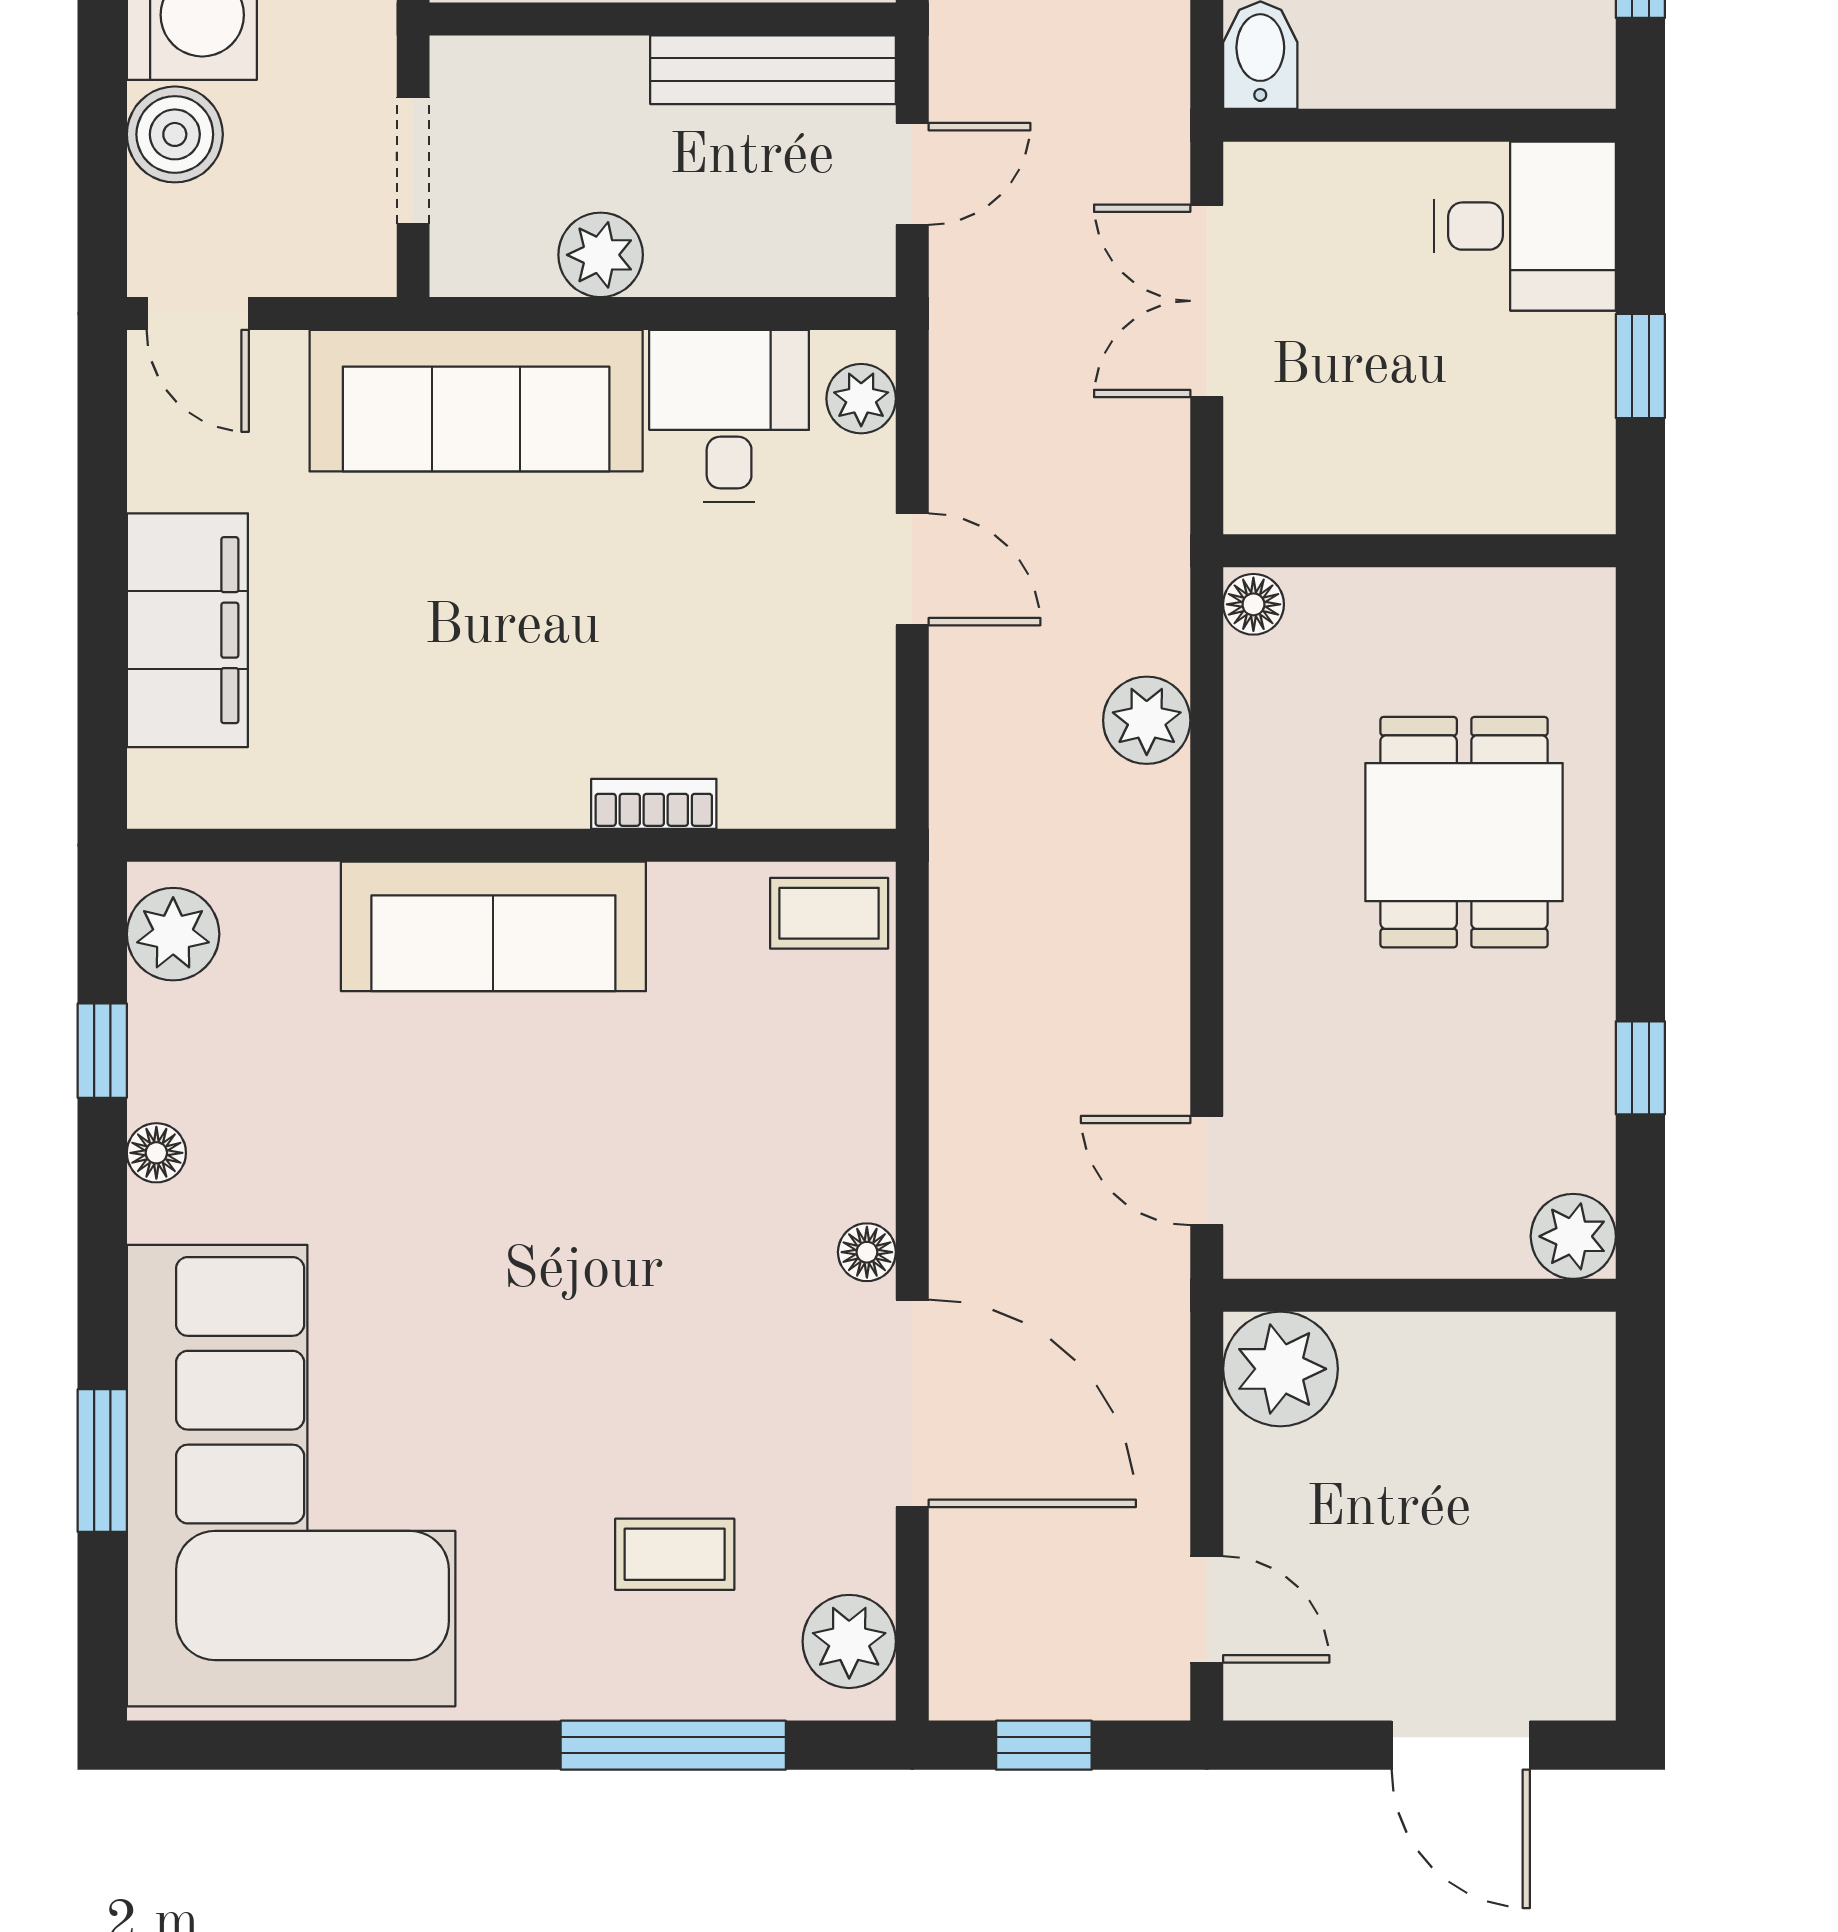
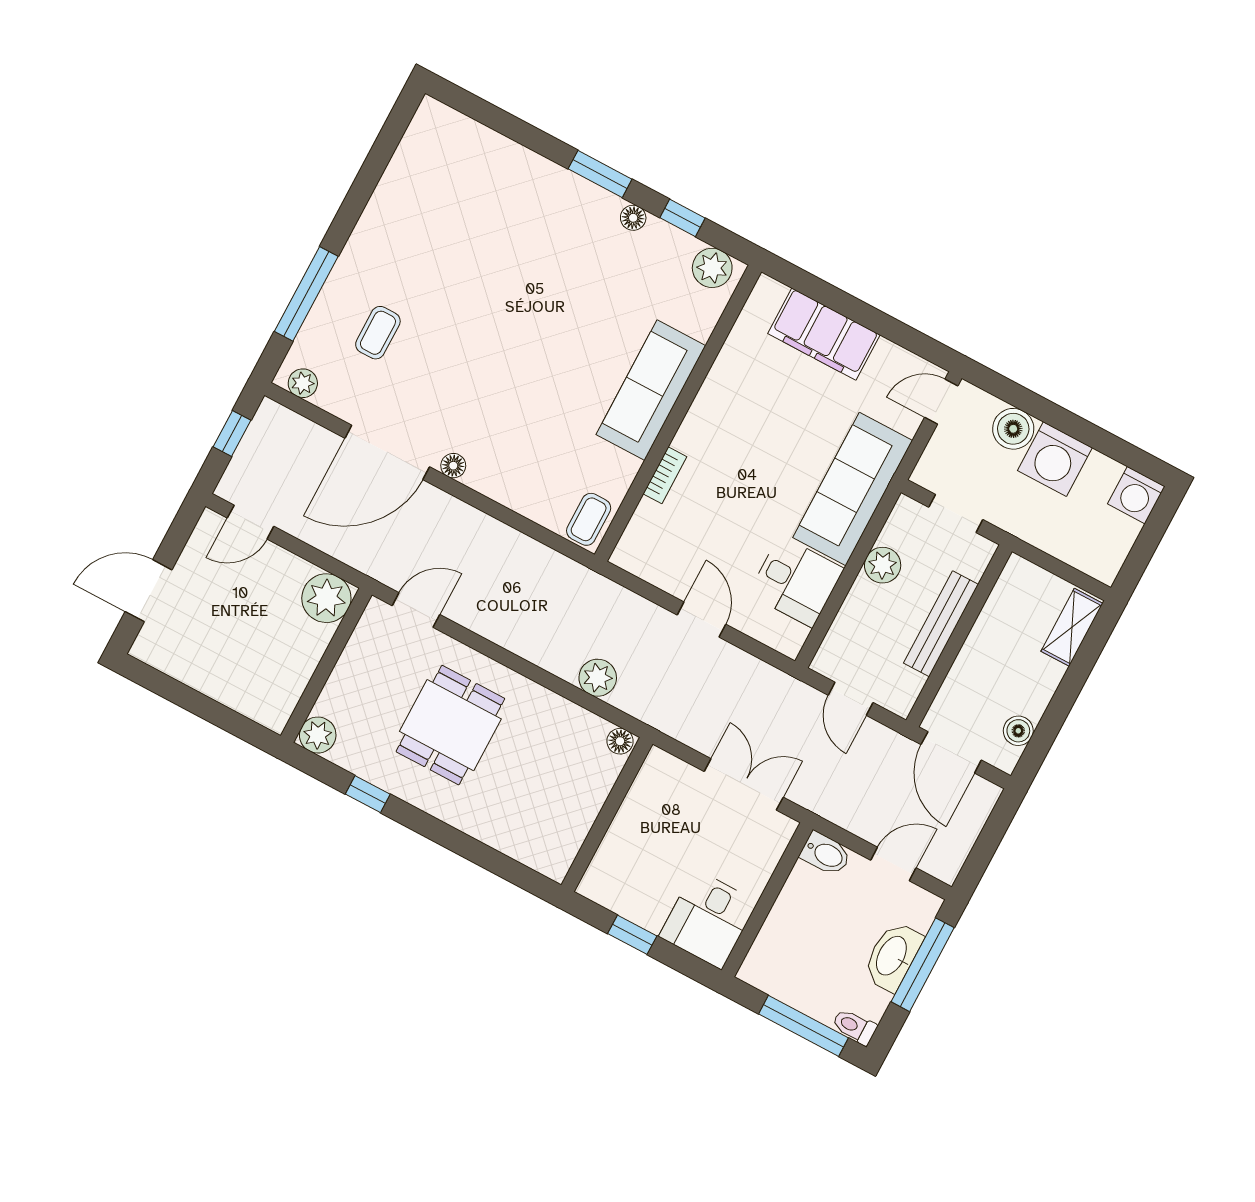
bench: (773, 70) -> (941, 624), moved
plant: (861, 399) -> (776, 635), removed
door: (912, 569) -> (702, 620), swing flipped
dining table: (1464, 832) -> (450, 725), moved, turned 90
window: (102, 1461) -> (600, 174), moved
corner sofa: (291, 1476) -> (484, 204), removed
plant: (849, 1641) -> (303, 383), width x0.73, depth x0.73

